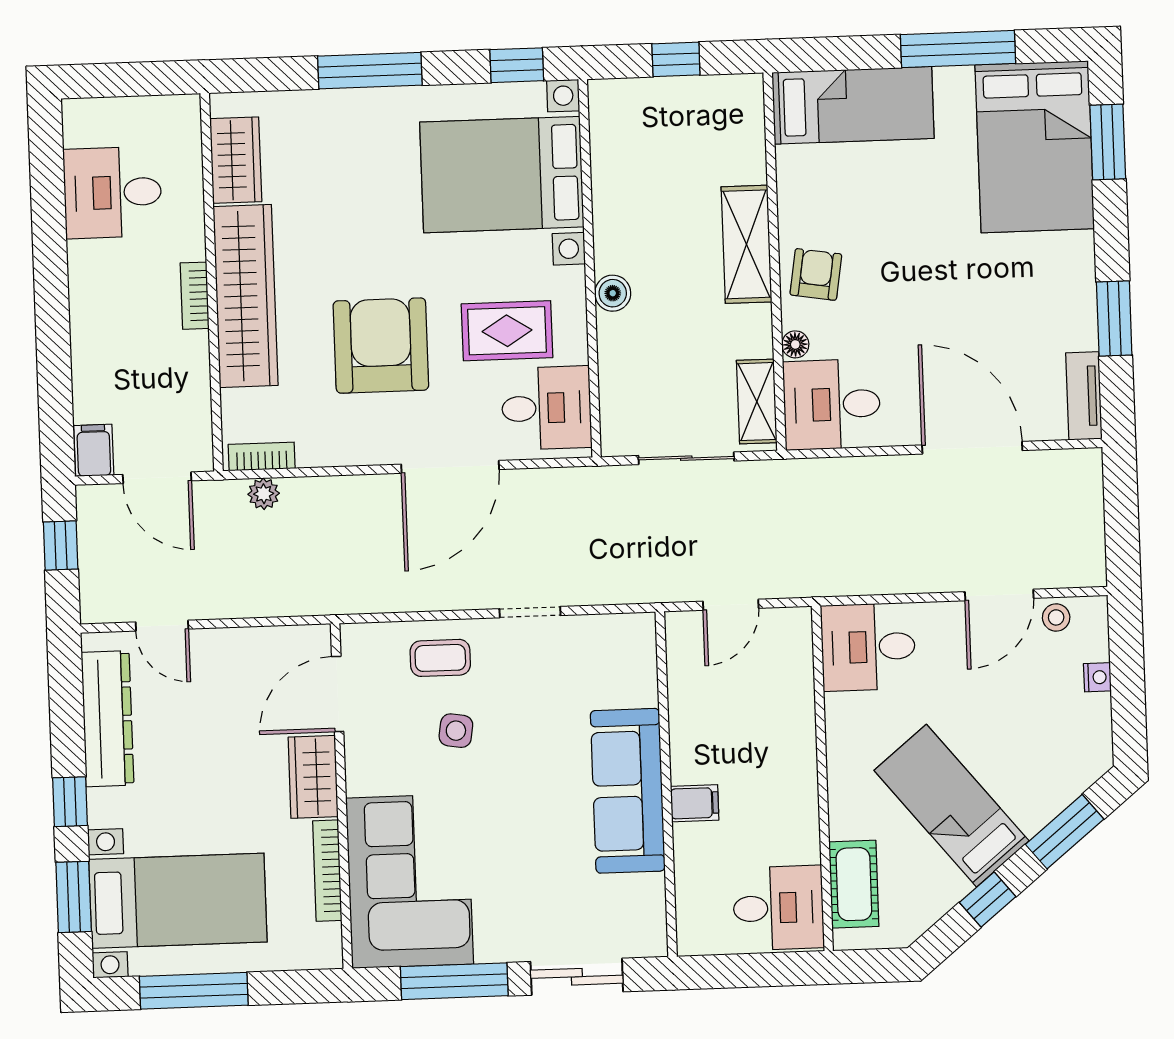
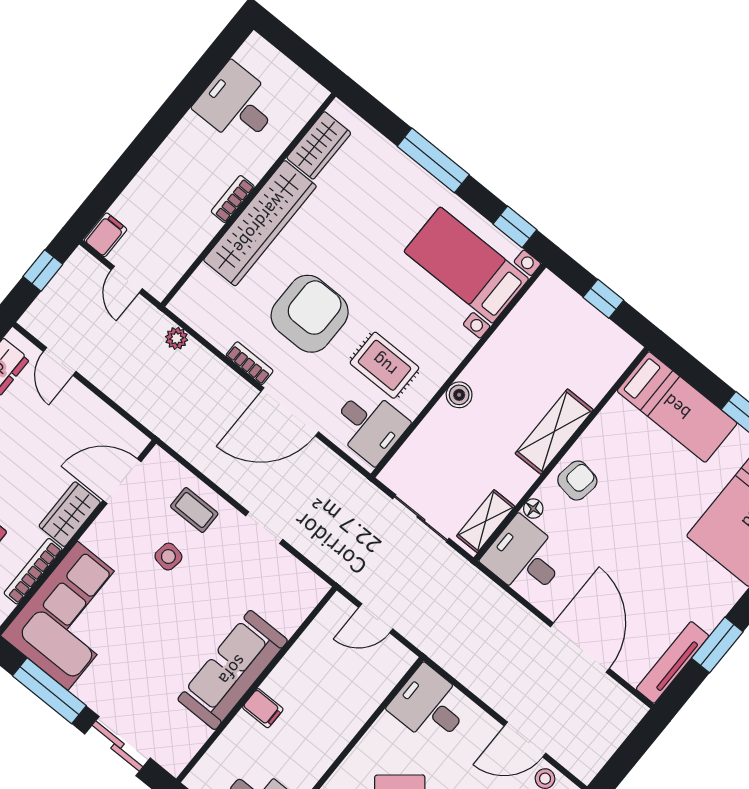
bed with nightstands: (502, 175) -> (466, 265), width x0.73
tv unit: (1084, 396) -> (673, 662), width x1.41
bookcase: (262, 456) -> (250, 363), moved
door: (157, 478) -> (127, 279), width x0.73

